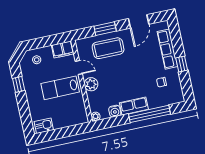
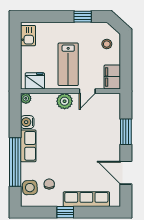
coffee table: (108, 48) -> (102, 130), removed
lab bench: (60, 88) -> (68, 64), turned 180
side table: (168, 97) -> (30, 188), added
fridge: (80, 112) -> (35, 81), added

